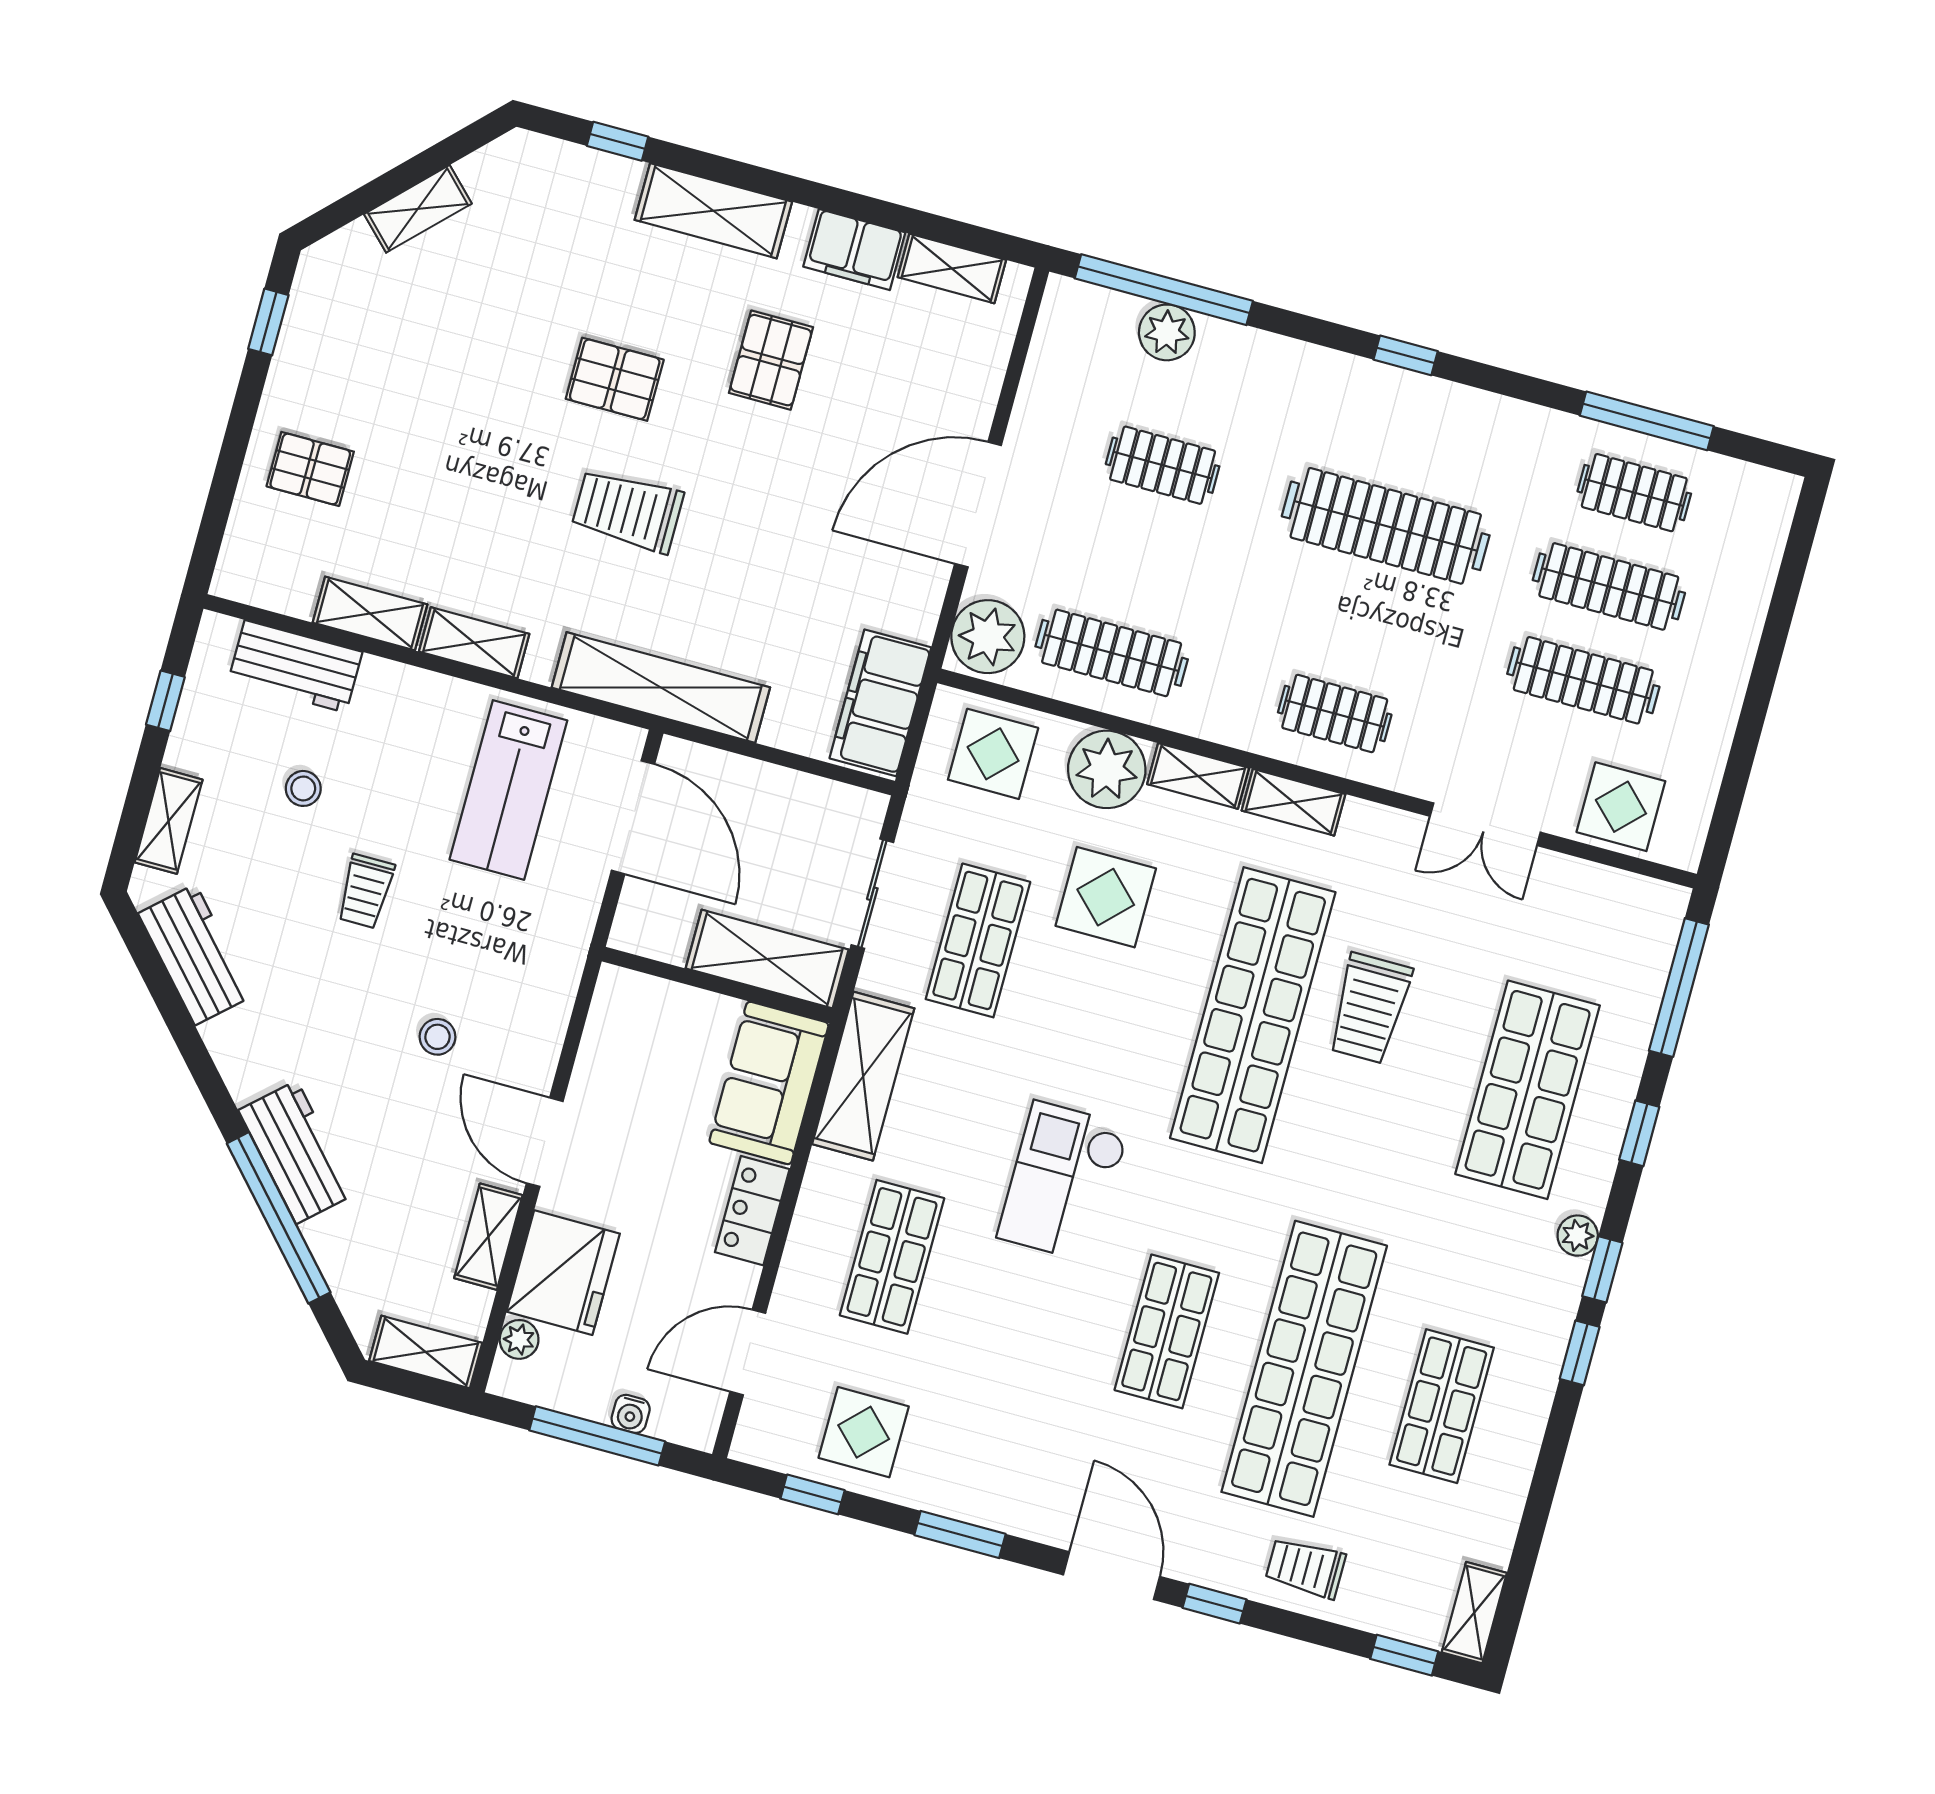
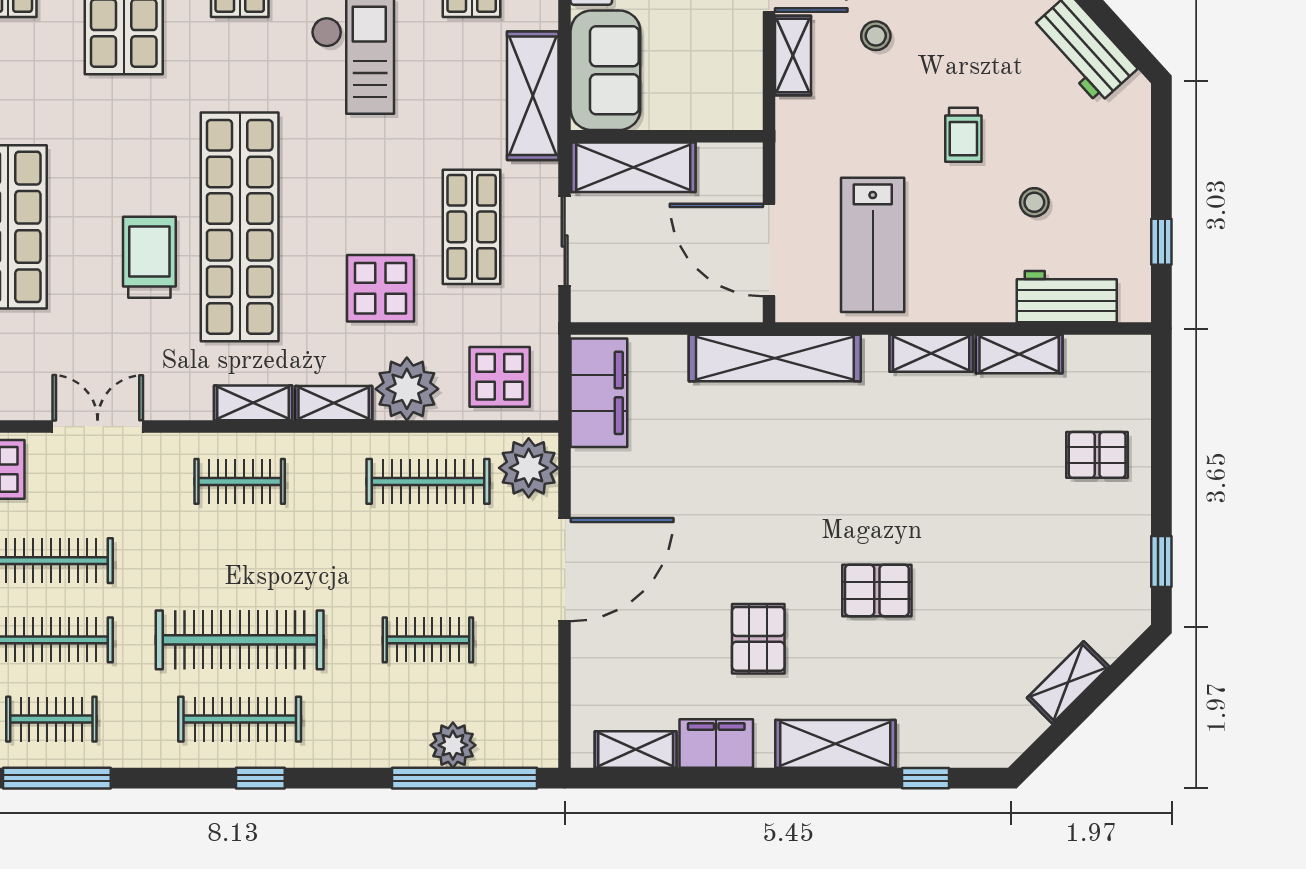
clothes rail: (1411, 432) -> (240, 719), added
trolley: (628, 511) -> (839, 490), removed
lab bench: (508, 790) -> (873, 245), turned 180
shelving: (169, 821) -> (793, 55), moved
trolley: (366, 891) -> (963, 135), turned 180

